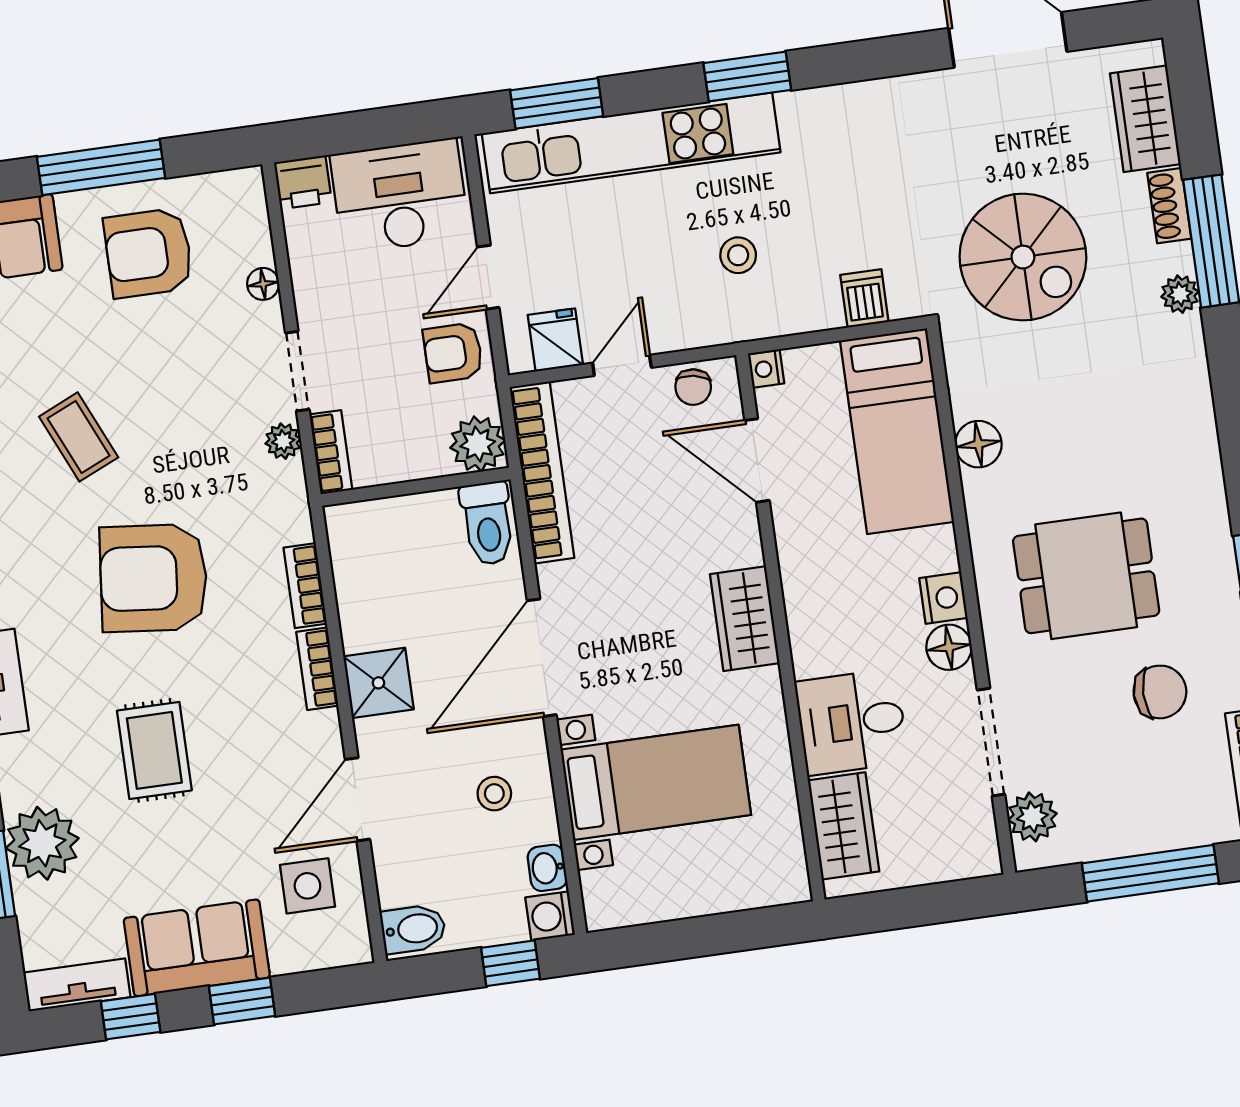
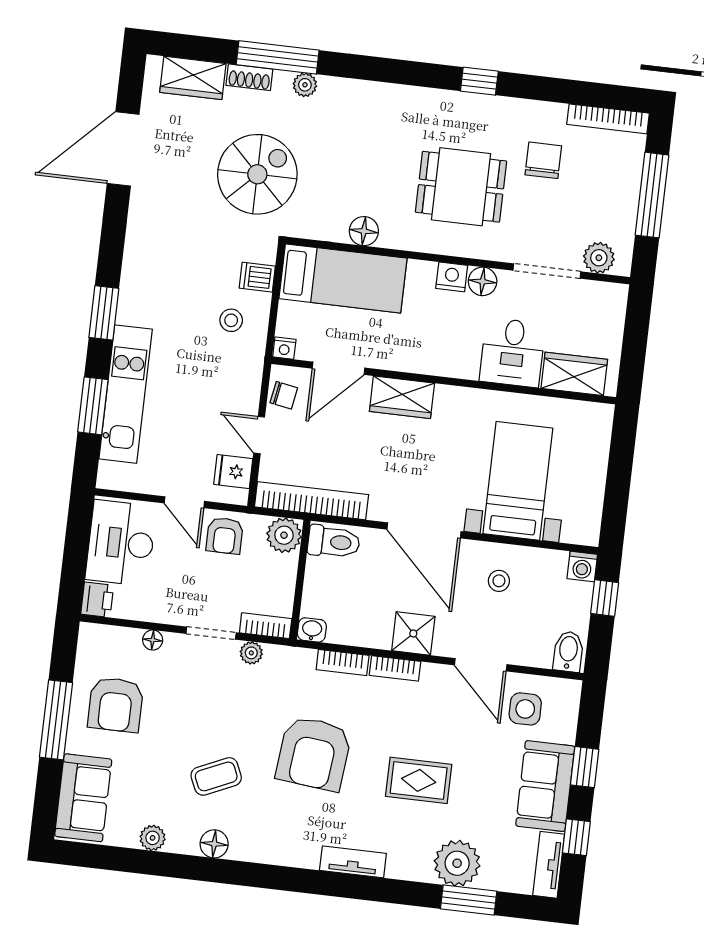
window: (557, 103) -> (93, 406), moved
kitchen unit: (631, 143) -> (126, 394), width x0.73
stool: (738, 255) -> (231, 320), moved
dining table: (1086, 576) -> (461, 187), turned 90
wardrobe: (745, 619) -> (402, 397), moved
washbasin: (547, 868) -> (312, 630), moved, turned 180

